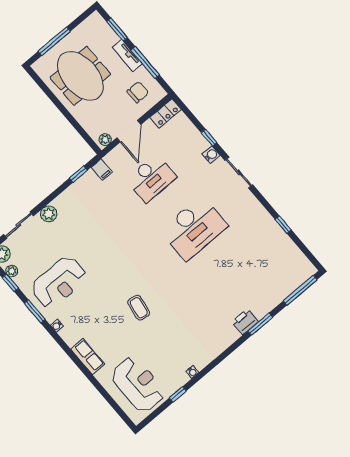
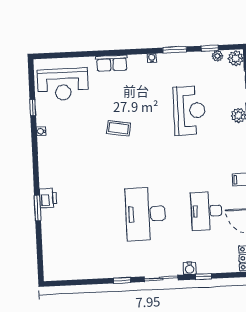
window: (283, 225) -> (122, 280), moved
reception desk: (59, 282) -> (189, 111), moved, turned 180
window: (300, 290) -> (40, 256), removed

